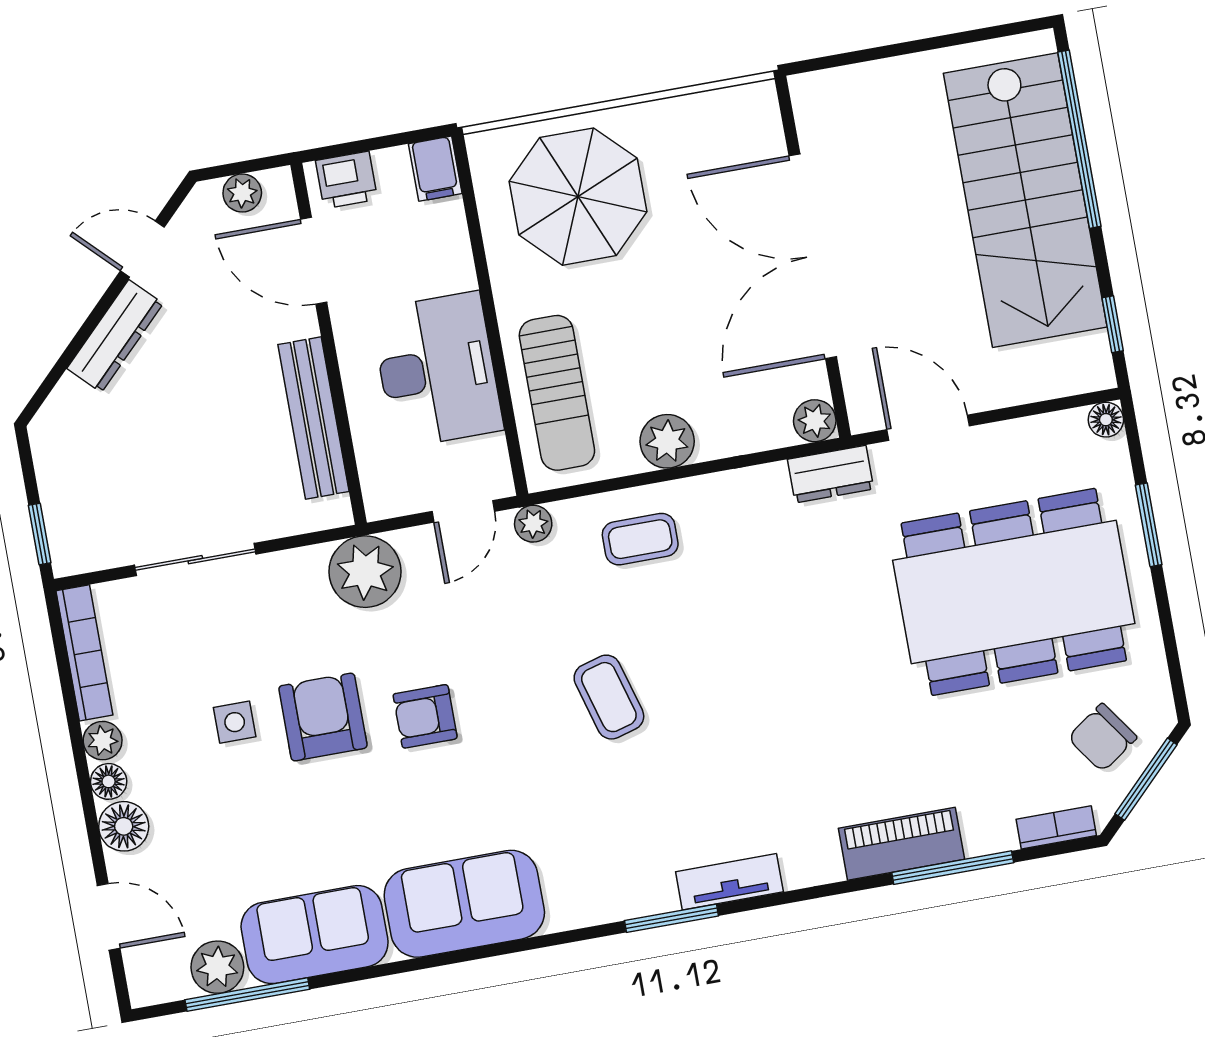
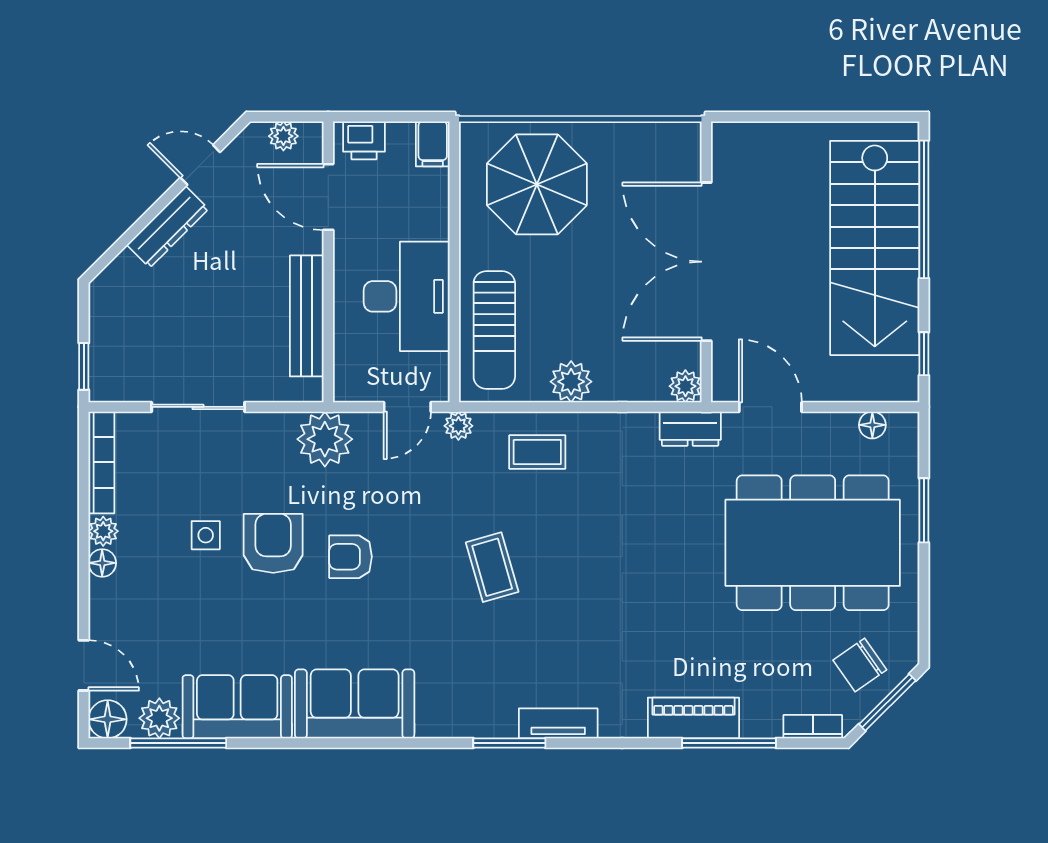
floor lamp: (1106, 420) -> (872, 425), moved
floor lamp: (124, 826) -> (108, 719), moved

